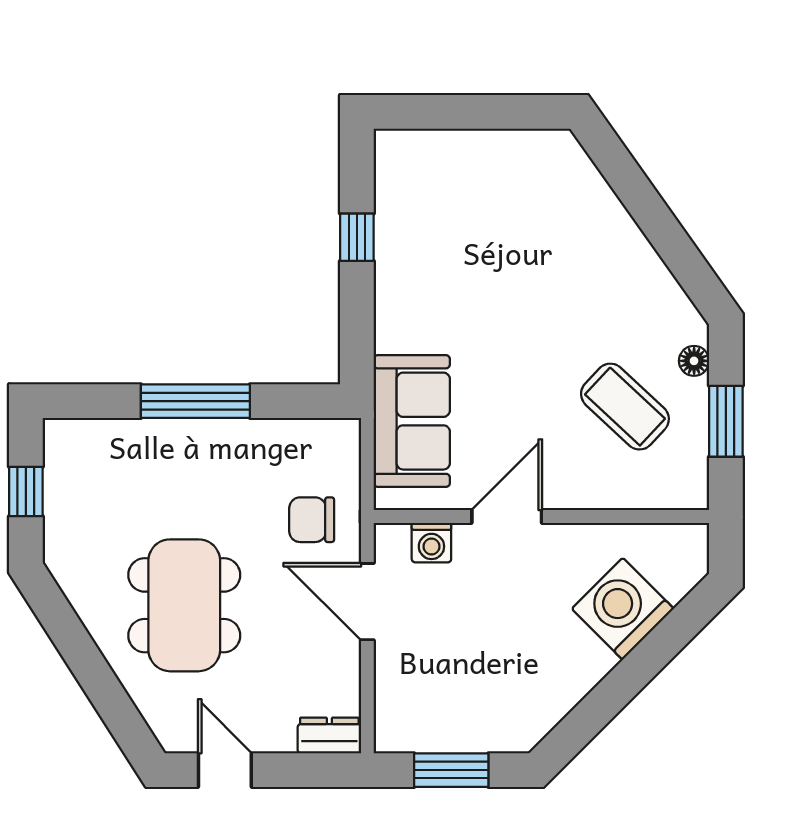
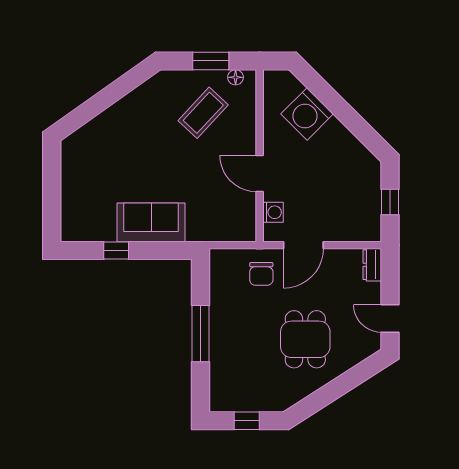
floor lamp: (694, 361) -> (236, 77), moved
sofa: (412, 421) -> (151, 222), moved
dining table: (184, 605) -> (305, 339), width x0.73
door: (225, 770) -> (390, 318), hinge flipped
window: (451, 770) -> (390, 202), width x0.67

